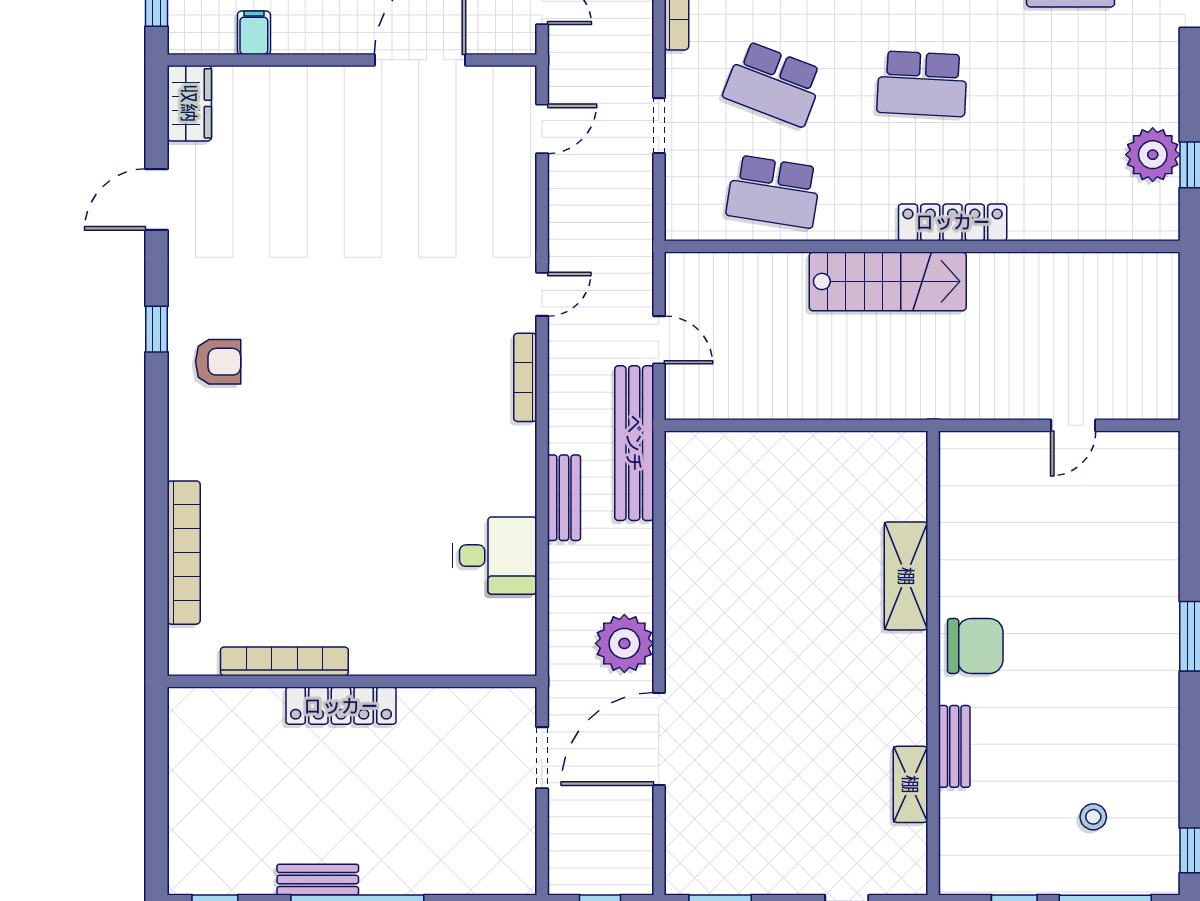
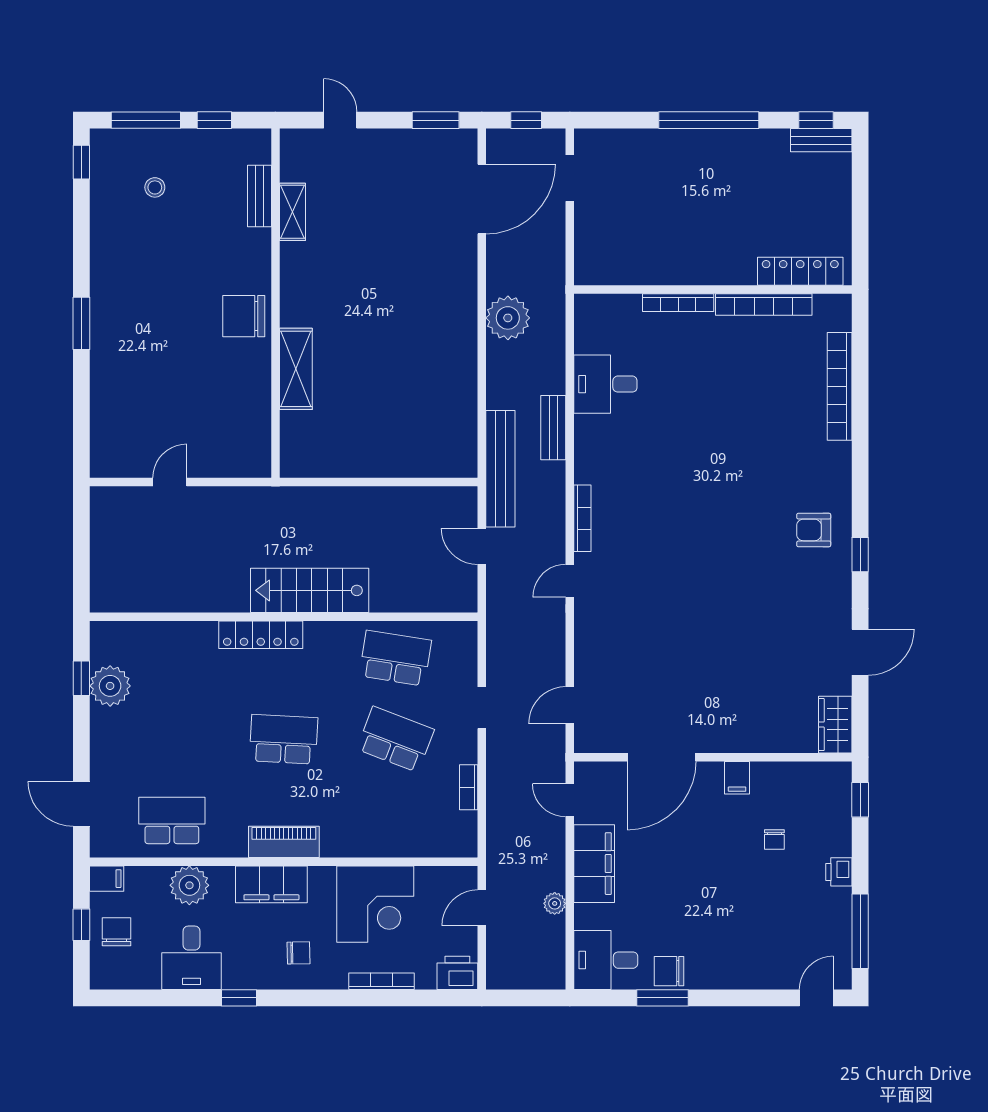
filing cabinet: (254, 33) -> (737, 778), moved
bookcase: (398, 664) -> (678, 303), added
locker: (341, 706) -> (800, 271), moved
door: (659, 739) -> (482, 199), moved
bench: (954, 746) -> (259, 196), moved
doorway: (542, 758) -> (570, 178), moved
bench: (318, 880) -> (821, 140), moved

